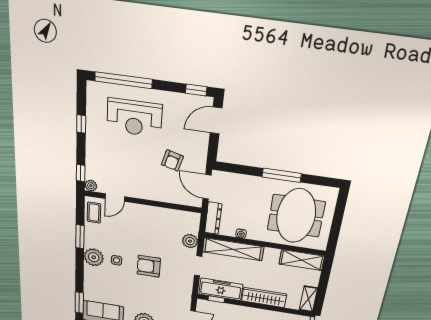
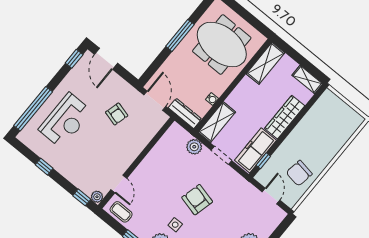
door: (207, 187) -> (155, 101), swing flipped
shelving: (233, 249) -> (217, 122), width x0.68
armchair: (149, 266) -> (197, 200), turned 104

